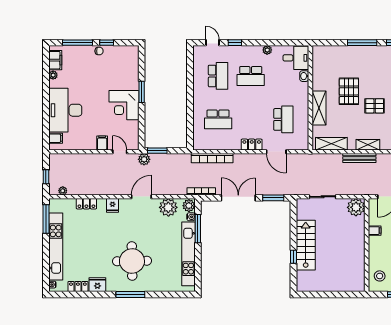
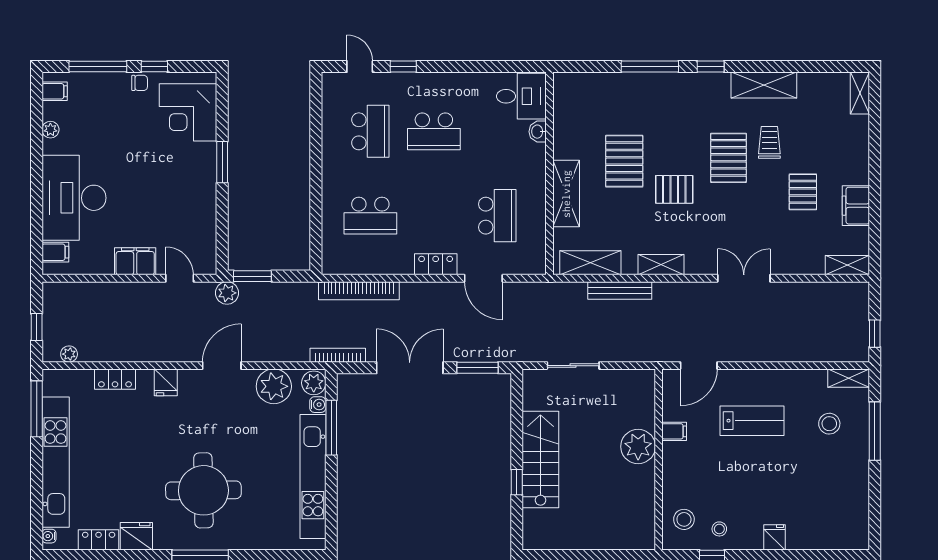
plant: (267, 50) -> (466, 81), removed
filing cabinet: (55, 60) -> (55, 91), width x0.50
corner desk: (124, 105) -> (188, 112), moved
filing cabinet: (102, 143) -> (135, 261), width x2.00
bench: (359, 158) -> (620, 290), moved
plant: (356, 207) -> (638, 447), moved

